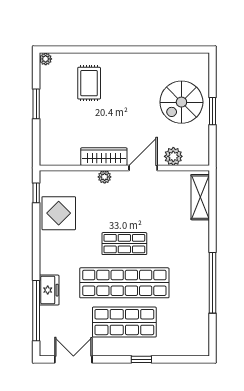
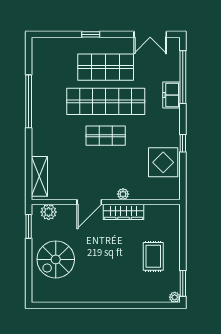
rug: (89, 83) -> (153, 256), moved
spiral stairs: (181, 102) -> (56, 259), turned 180
window: (36, 104) -> (183, 283), moved
window: (213, 111) -> (29, 226), moved
plant: (173, 156) -> (49, 212), moved
window: (36, 193) -> (183, 143), moved

